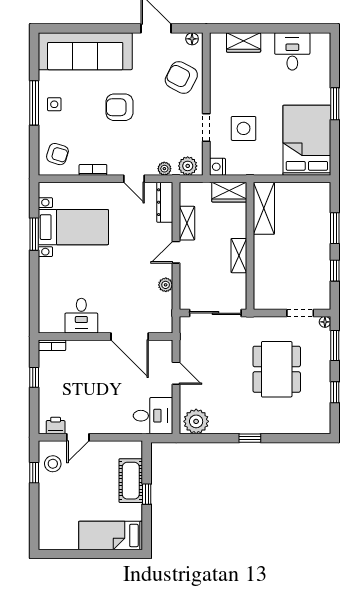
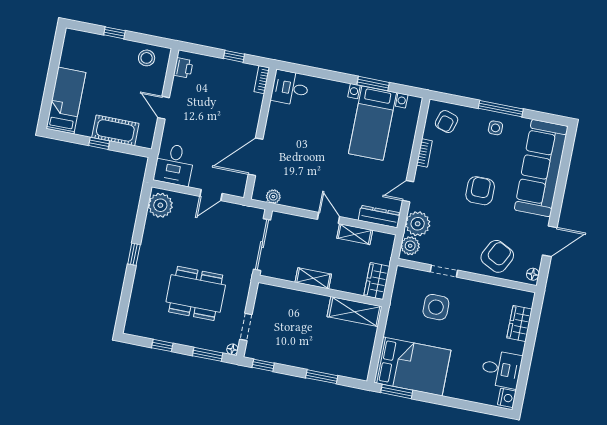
window: (335, 104) -> (397, 391), moved
nightstand: (217, 167) -> (507, 398), moved, turned 90
plant: (164, 169) -> (418, 224), width x1.87, depth x1.87
window: (335, 271) -> (263, 365), moved
plant: (166, 285) -> (273, 197), moved
desk: (81, 316) -> (290, 88), moved
door: (78, 437) -> (164, 108), moved
window: (34, 473) -> (114, 33), moved

